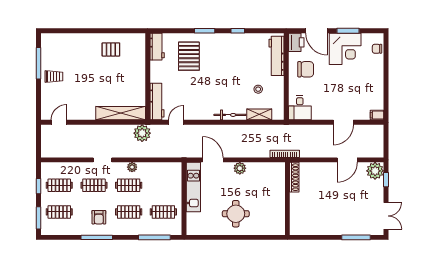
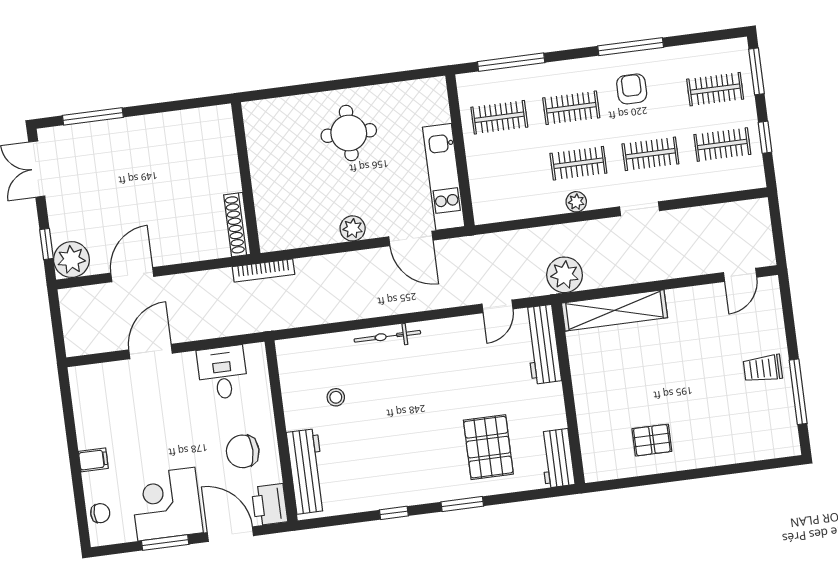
desk: (300, 108) -> (222, 373), moved
shelving: (259, 114) -> (327, 345), removed
filing cabinet: (377, 115) -> (93, 460), moved

